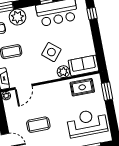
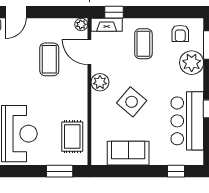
sofa: (83, 66) -> (128, 153), moved, turned -90
plant: (63, 72) -> (100, 82), moved
coffee table: (38, 125) -> (49, 59), moved

